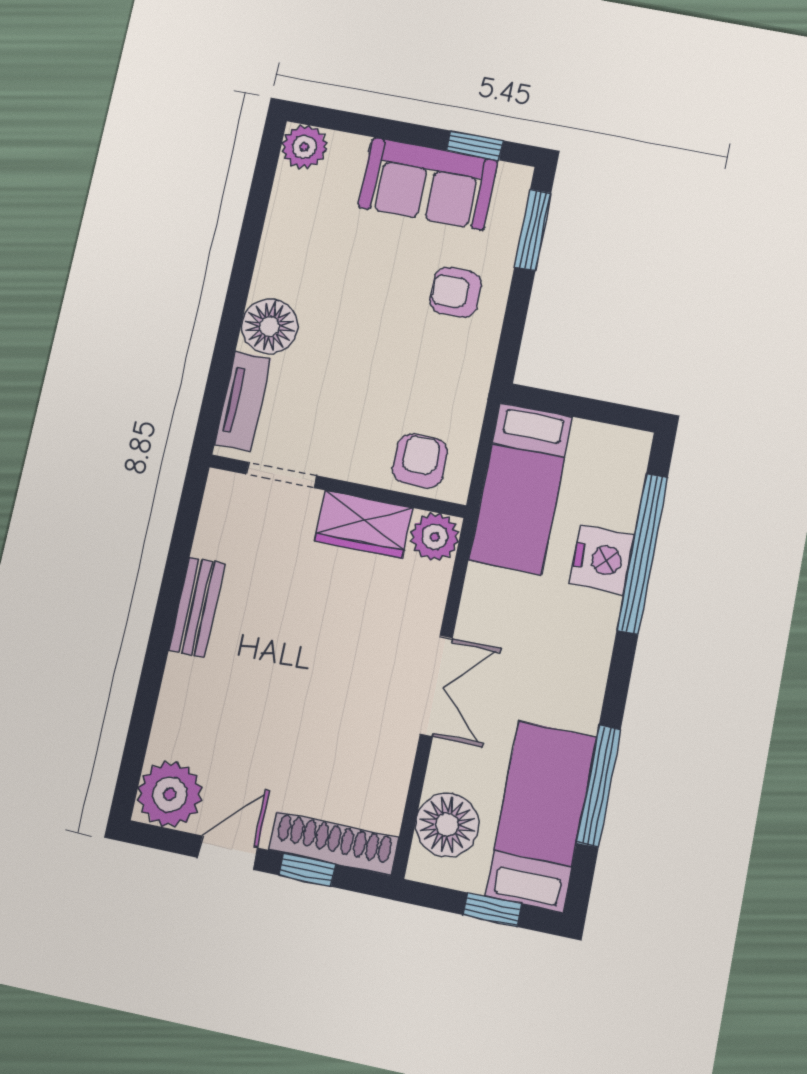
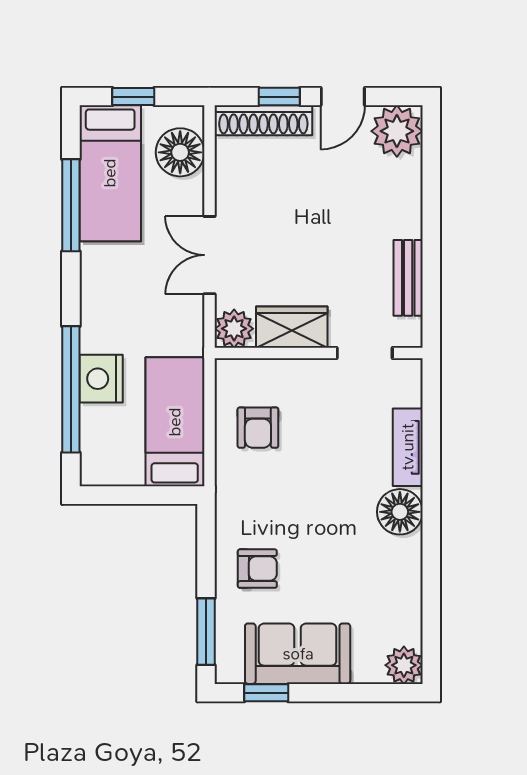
doorway: (281, 475) -> (365, 353), moved
wall: (337, 486) -> (319, 353), moved
wardrobe: (363, 524) -> (292, 327), moved
plant: (435, 537) -> (234, 329), moved

